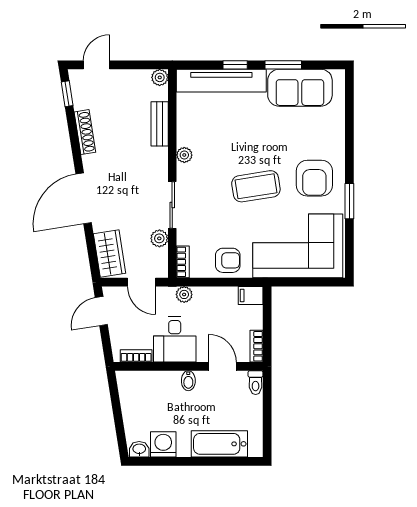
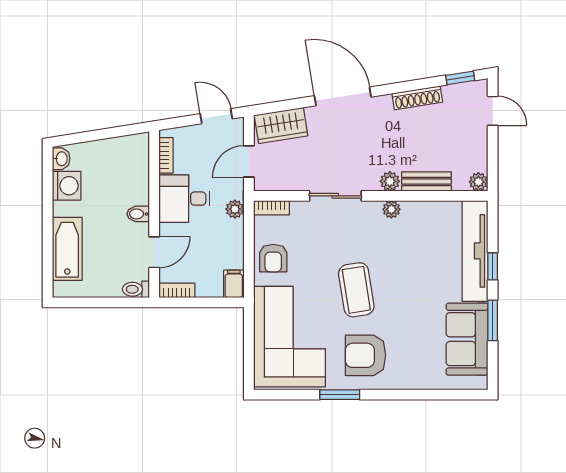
plant: (159, 238) -> (390, 181), moved

